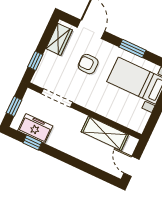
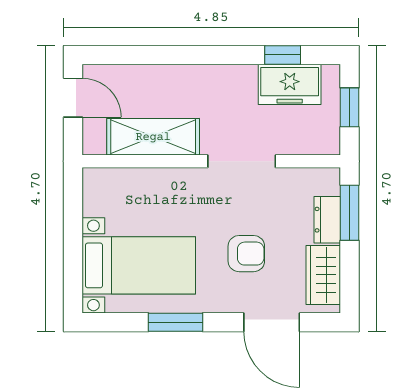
window: (35, 61) -> (350, 213), width x1.50
dresser: (46, 62) -> (327, 220), added
doorway: (57, 98) -> (242, 161), moved

